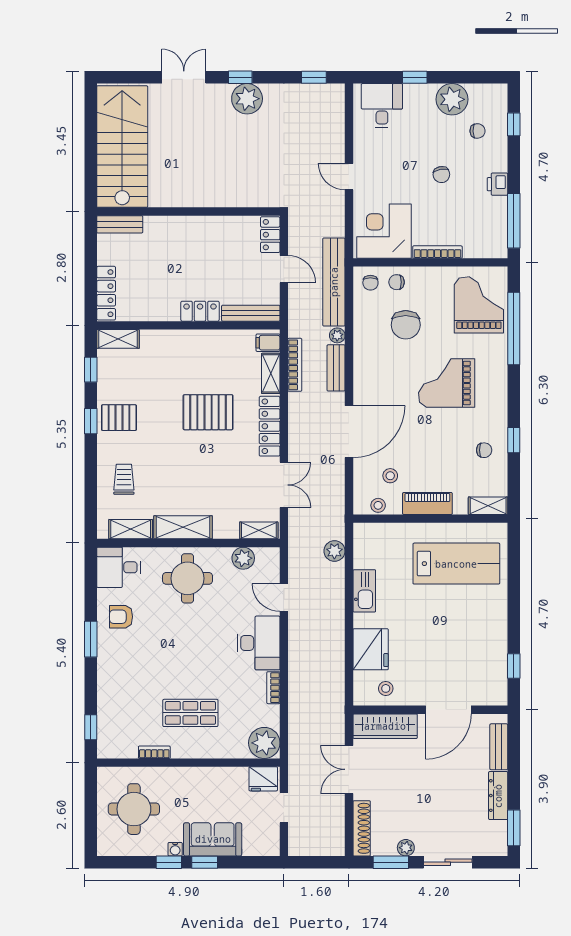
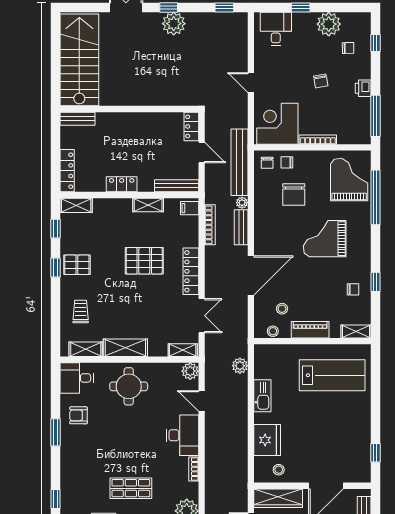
locker: (200, 311) -> (122, 184), moved
shelving: (271, 373) -> (148, 205), moved, turned 90
plant: (243, 558) -> (190, 371), moved

